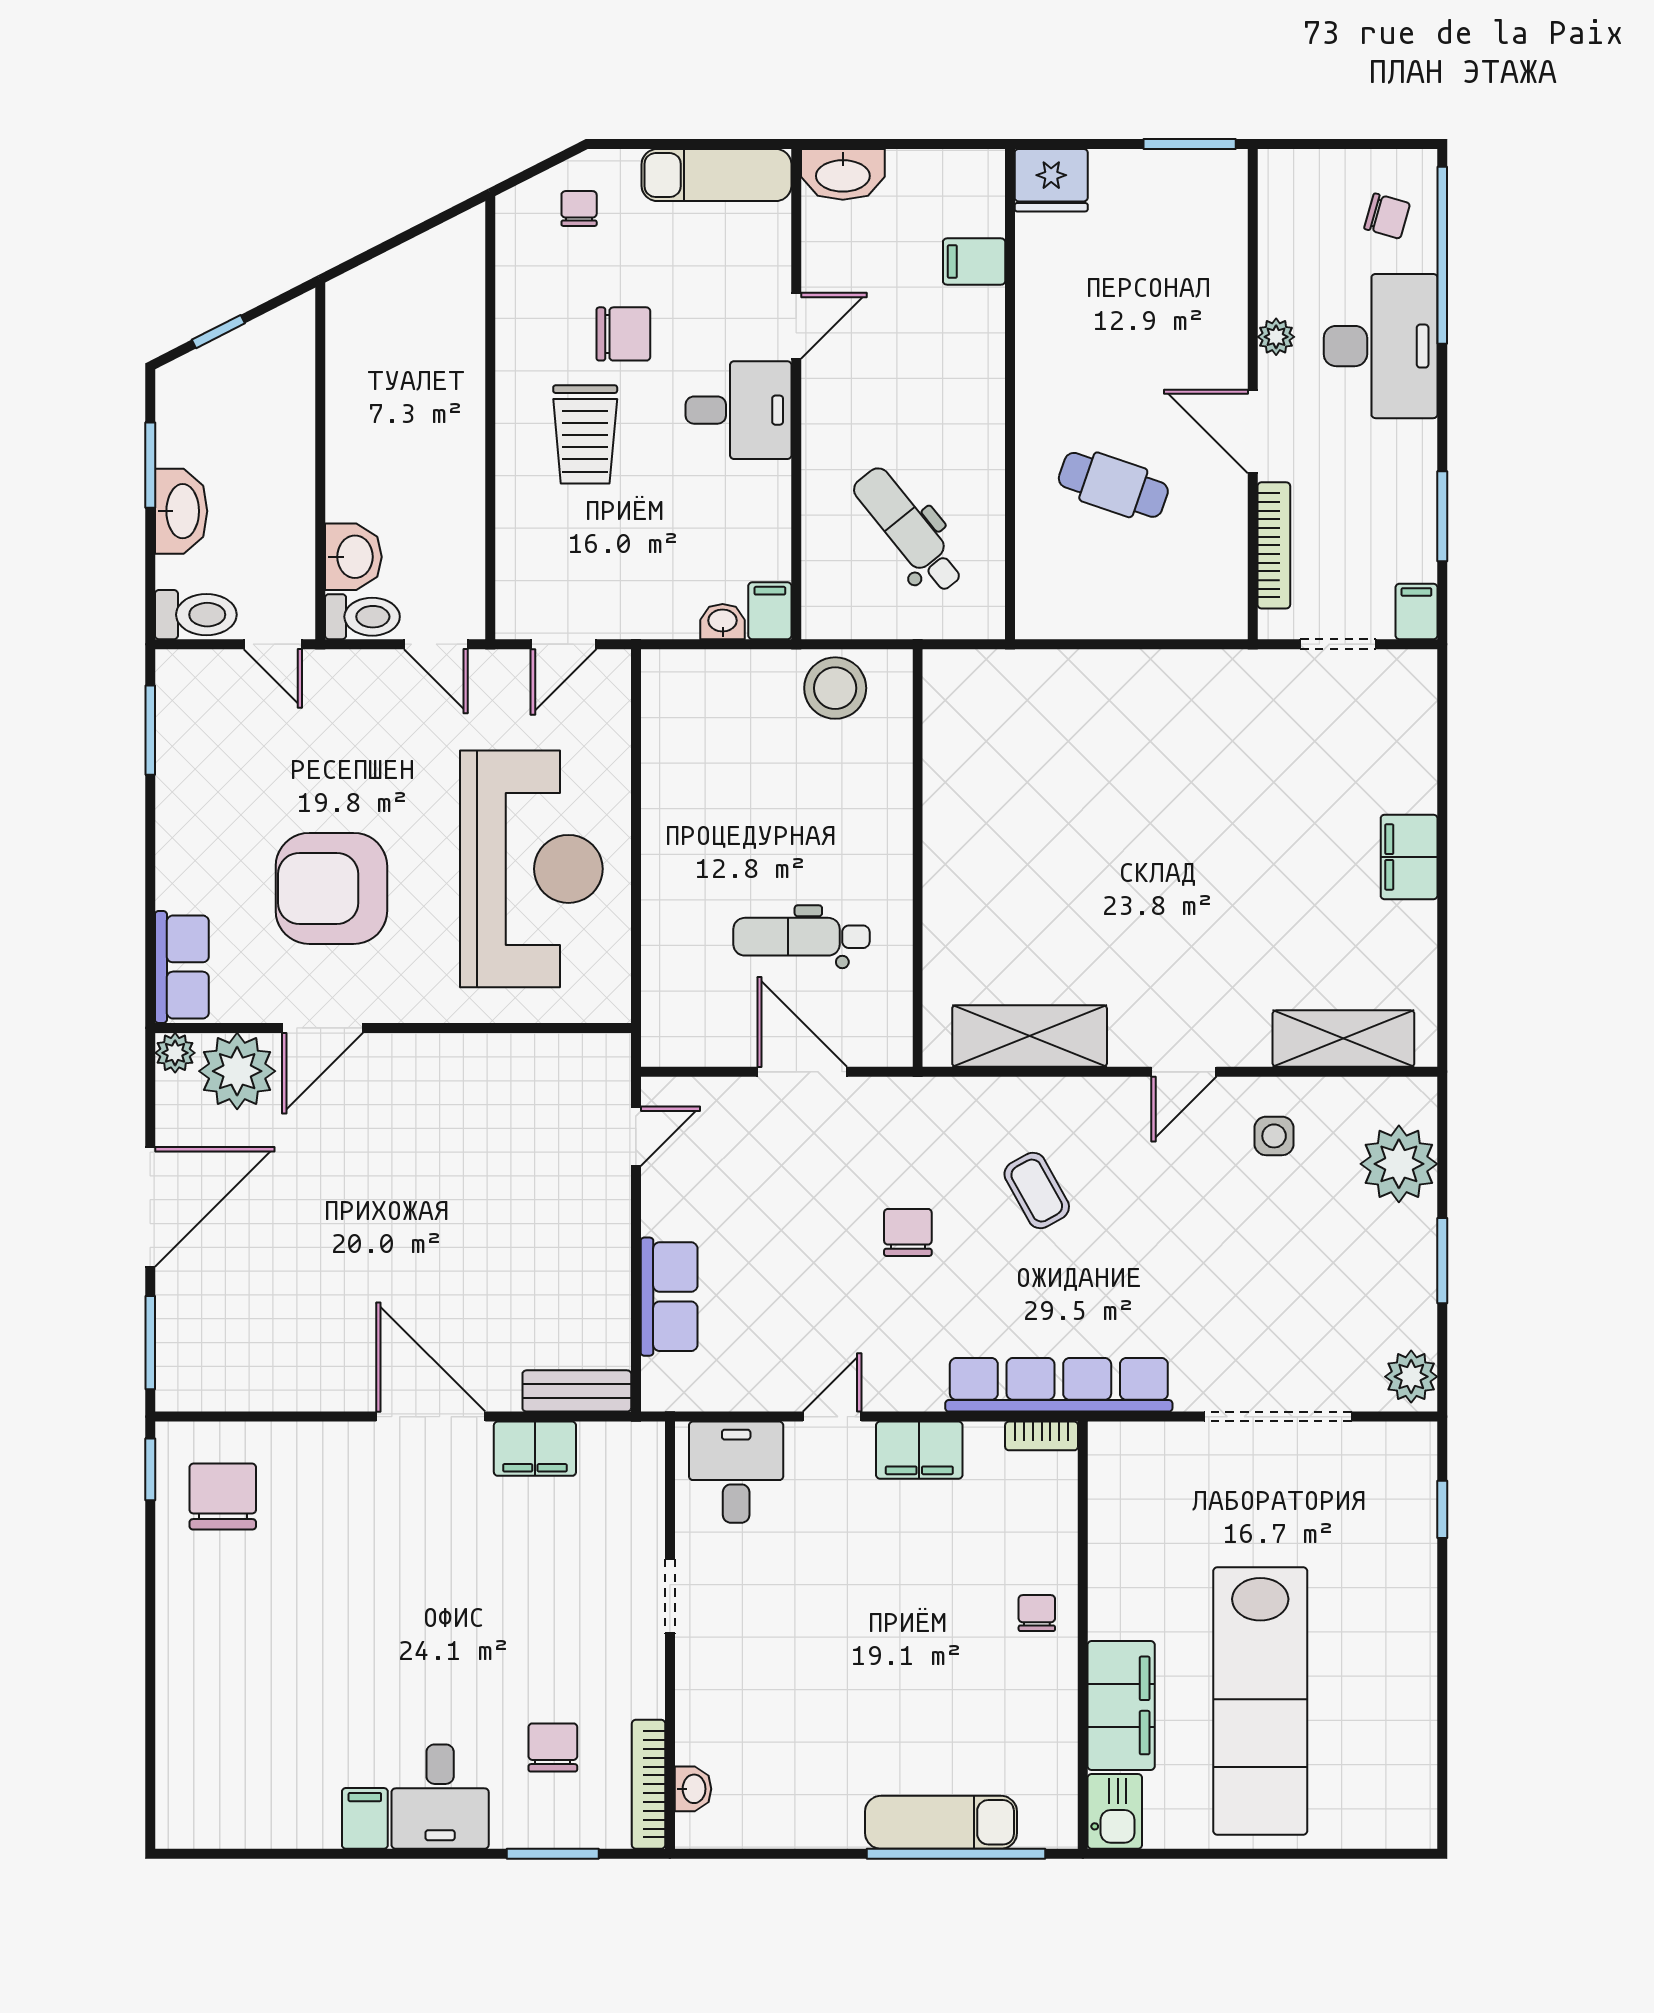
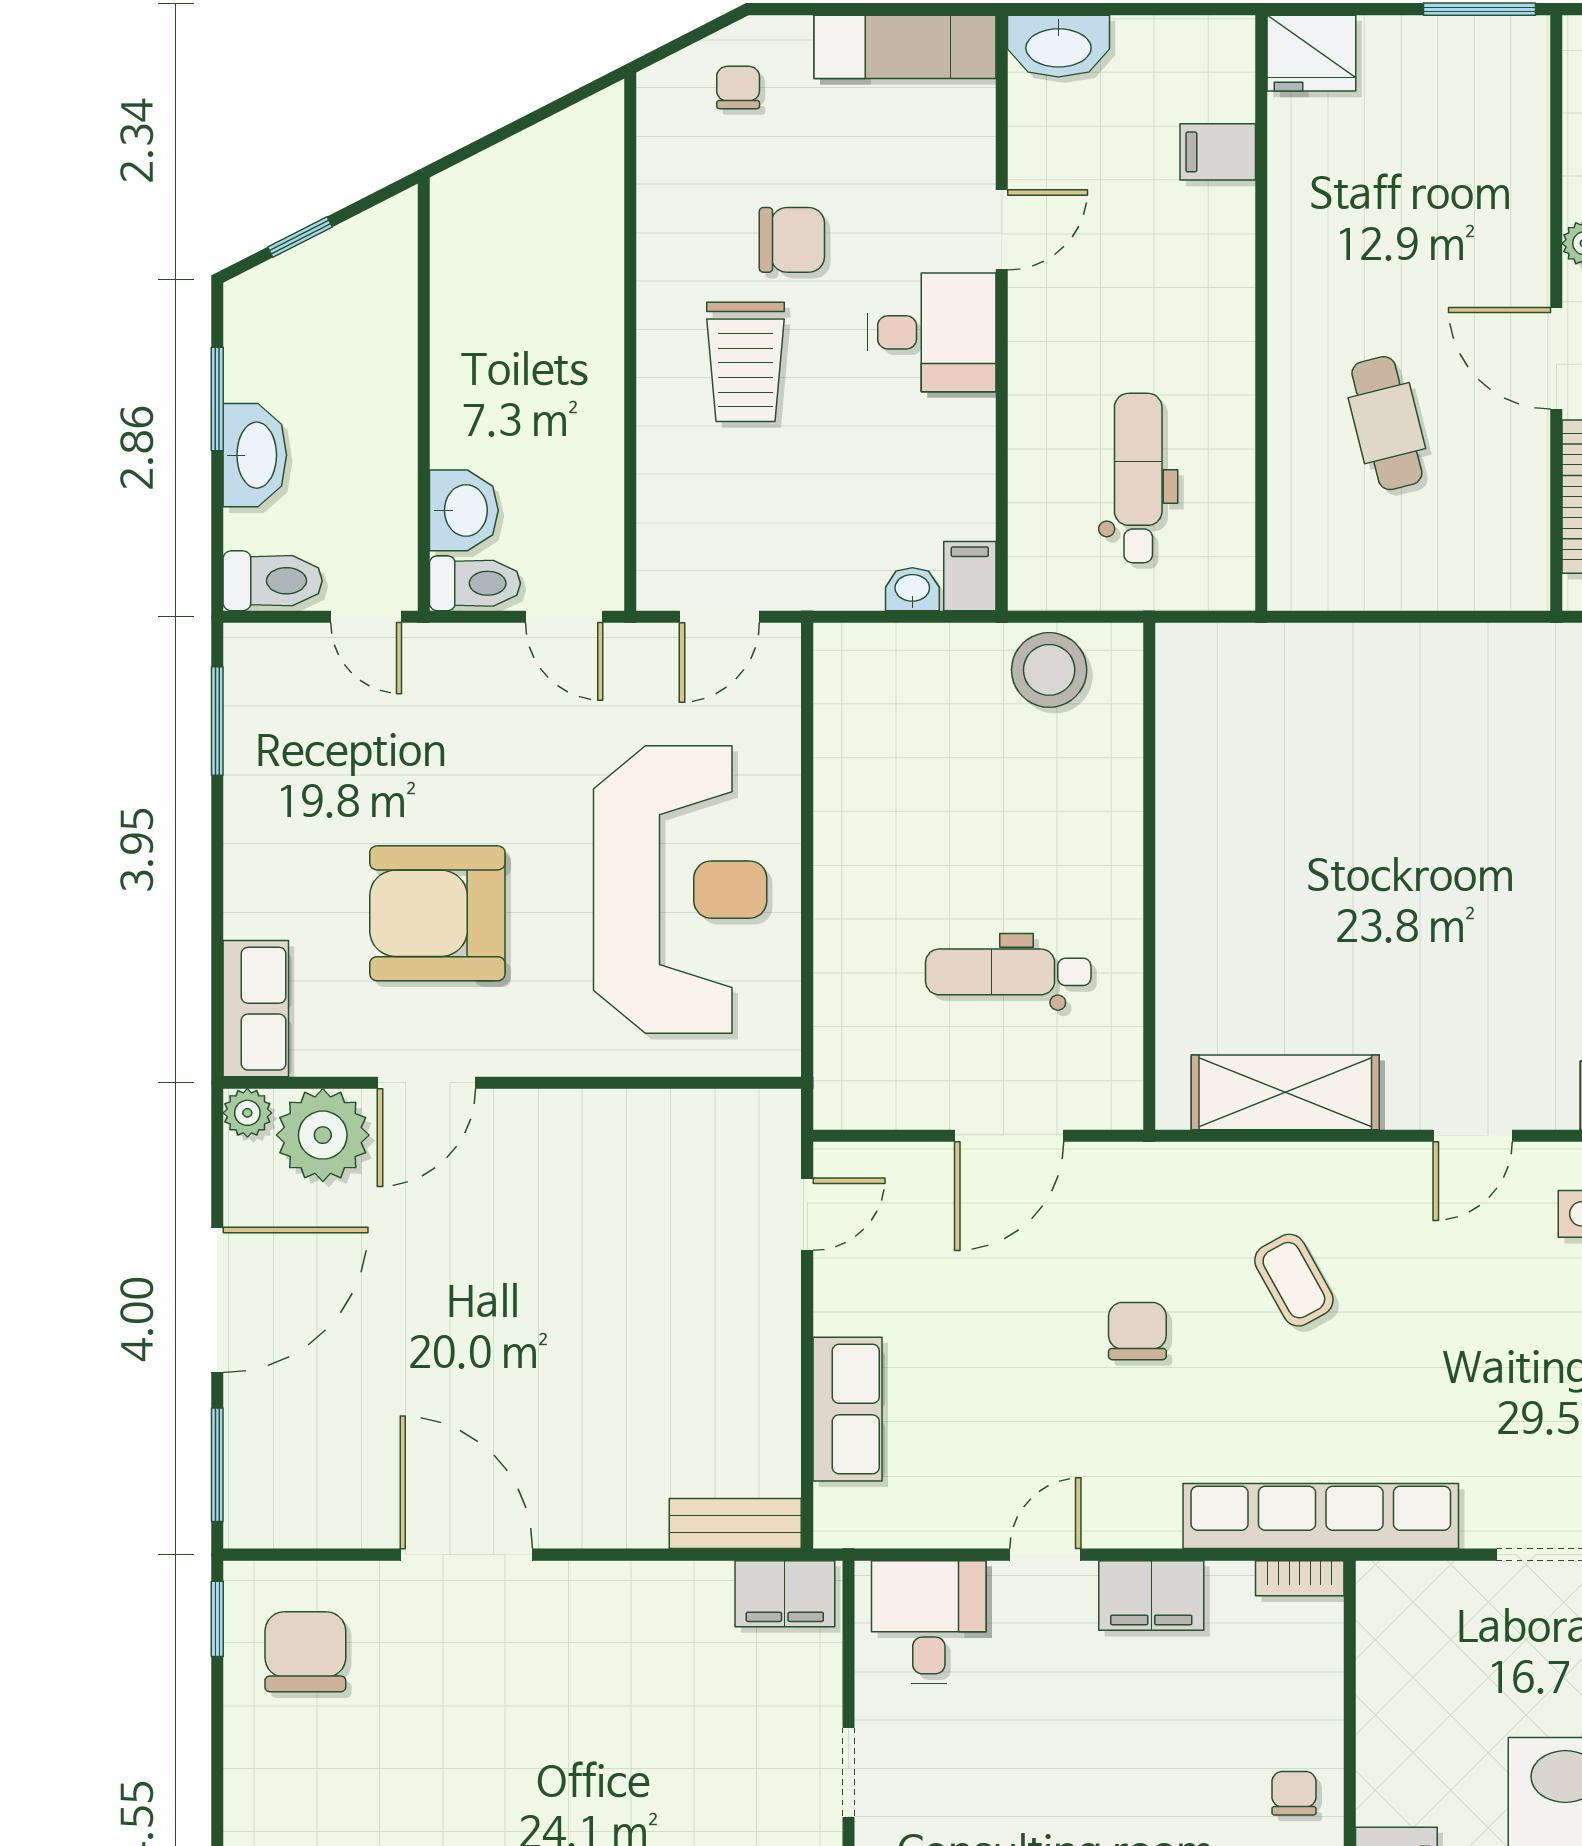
cafe table: (1113, 485) -> (1387, 423), turned 57
dental chair: (909, 530) -> (1138, 478), turned 39
door: (802, 1072) -> (1009, 1136), swing flipped
door: (431, 1417) -> (466, 1555), moved
filing cabinet: (535, 1449) -> (785, 1594), moved

